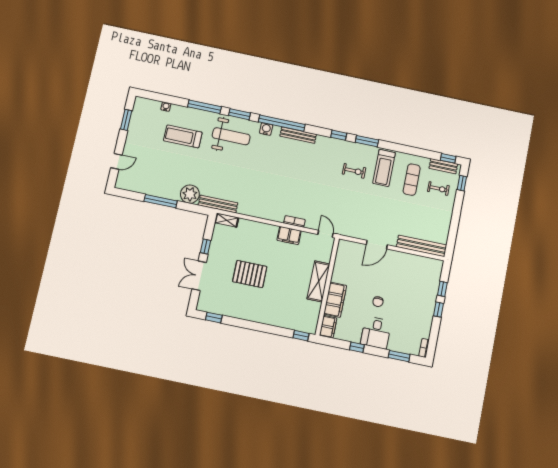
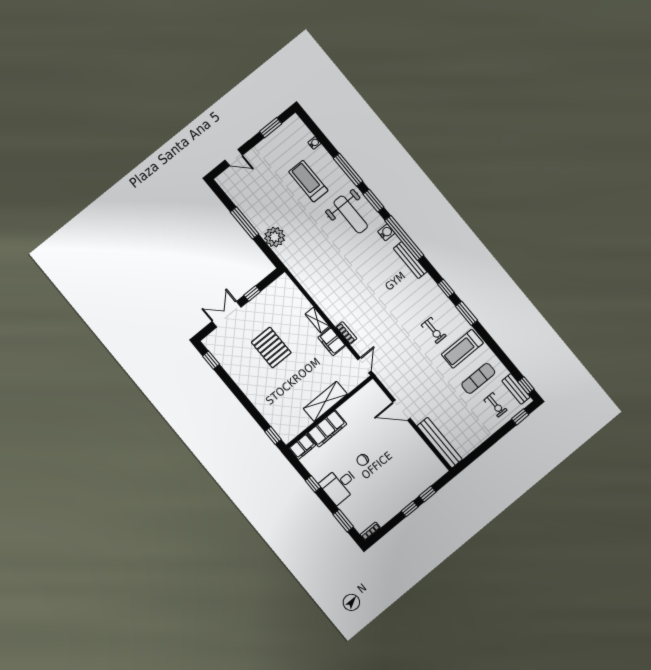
bench: (218, 204) -> (292, 265), removed
shelving: (227, 220) -> (317, 320), moved

